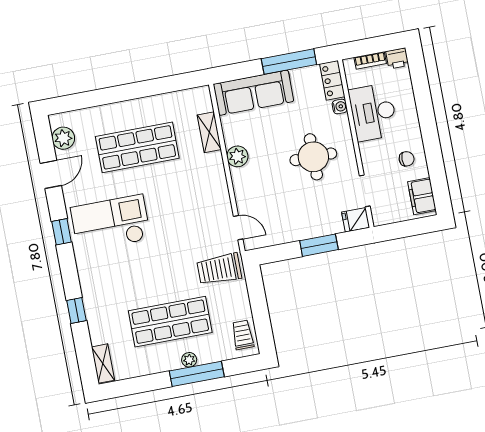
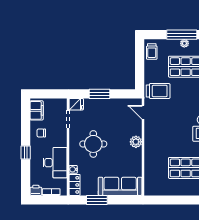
window: (289, 62) -> (97, 200), width x0.69
window: (427, 120) -> (26, 153), added
shelving: (209, 132) -> (149, 169), removed
plant: (237, 156) -> (136, 142), moved

